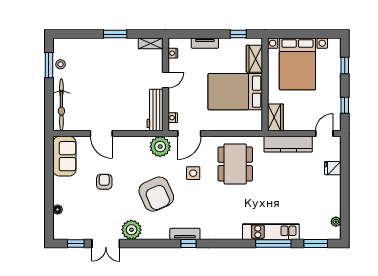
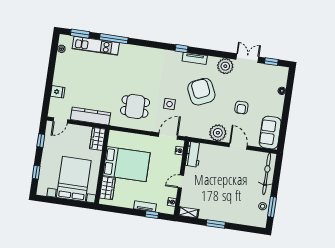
window: (238, 34) -> (152, 215), moved
workbench: (155, 110) -> (193, 154), width x0.73
plant: (160, 147) -> (218, 133), moved
dining table: (235, 164) -> (135, 106), width x0.73
kitchen unit: (271, 232) -> (96, 46), moved
tv unit: (185, 234) -> (195, 58), moved

